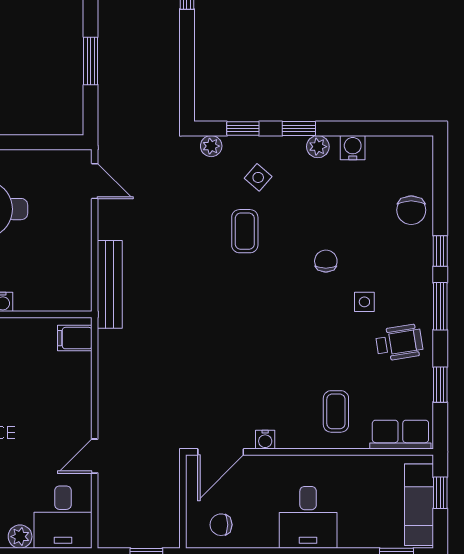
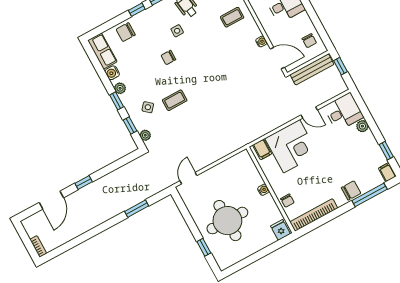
row of seats: (400, 151) -> (102, 51), added
chair: (411, 210) -> (126, 32), turned 180
bench: (110, 284) -> (312, 69), moved
corner desk: (52, 393) -> (292, 146), added

